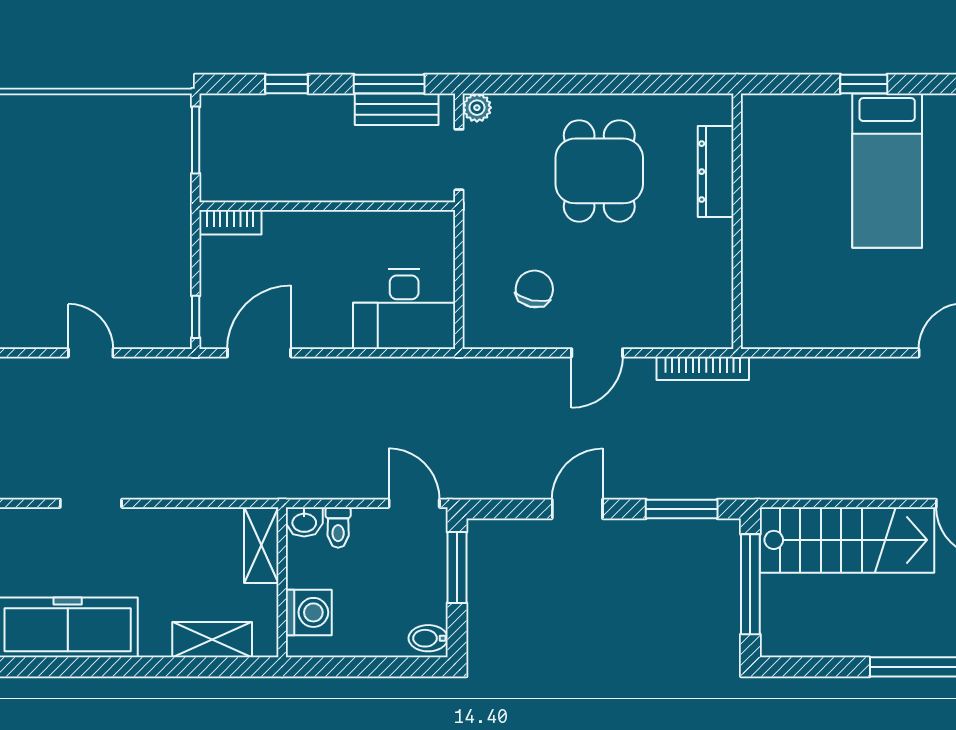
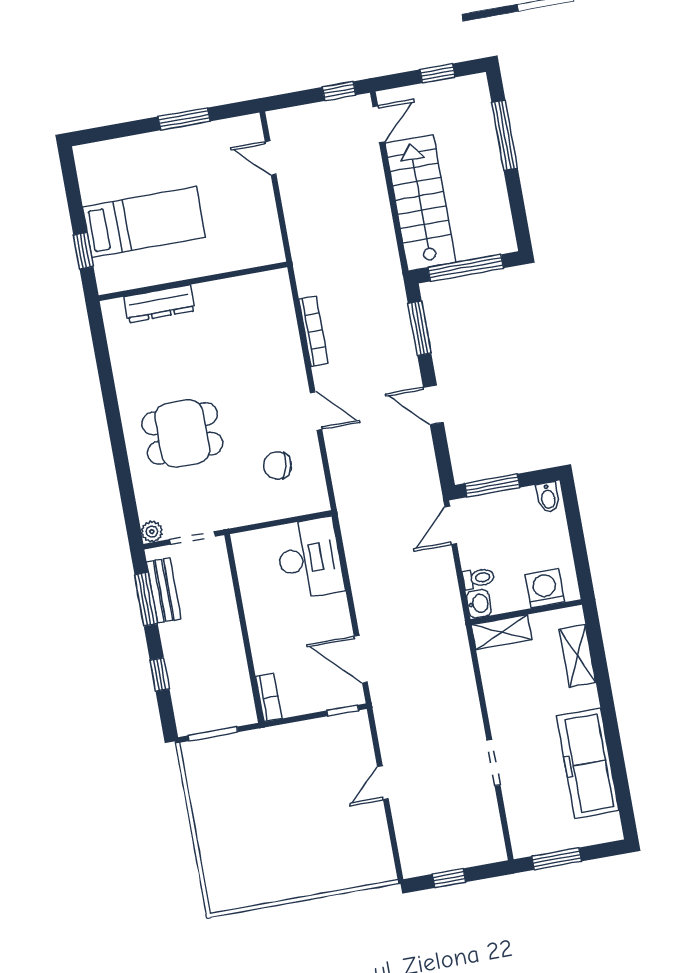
dresser: (716, 172) -> (159, 304), moved
wall: (737, 221) -> (193, 281), moved

